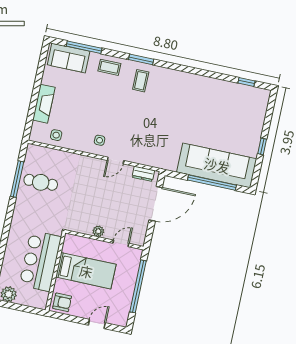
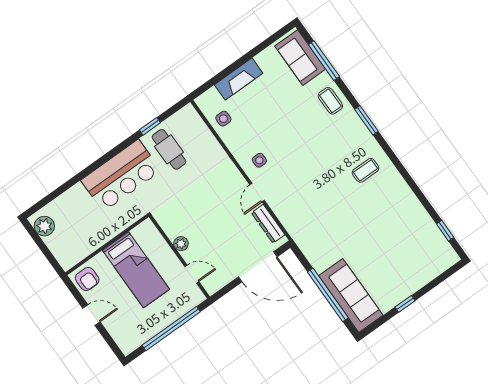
coffee table: (141, 81) -> (366, 170), moved
door: (116, 161) -> (257, 193), hinge flipped
sofa: (217, 165) -> (351, 295), width x0.74, depth x0.79
dresser: (143, 174) -> (268, 224), width x1.44
window: (17, 179) -> (150, 126), width x0.46
bar counter: (40, 261) -> (121, 175), moved, turned 180
door: (97, 324) -> (91, 315), moved

